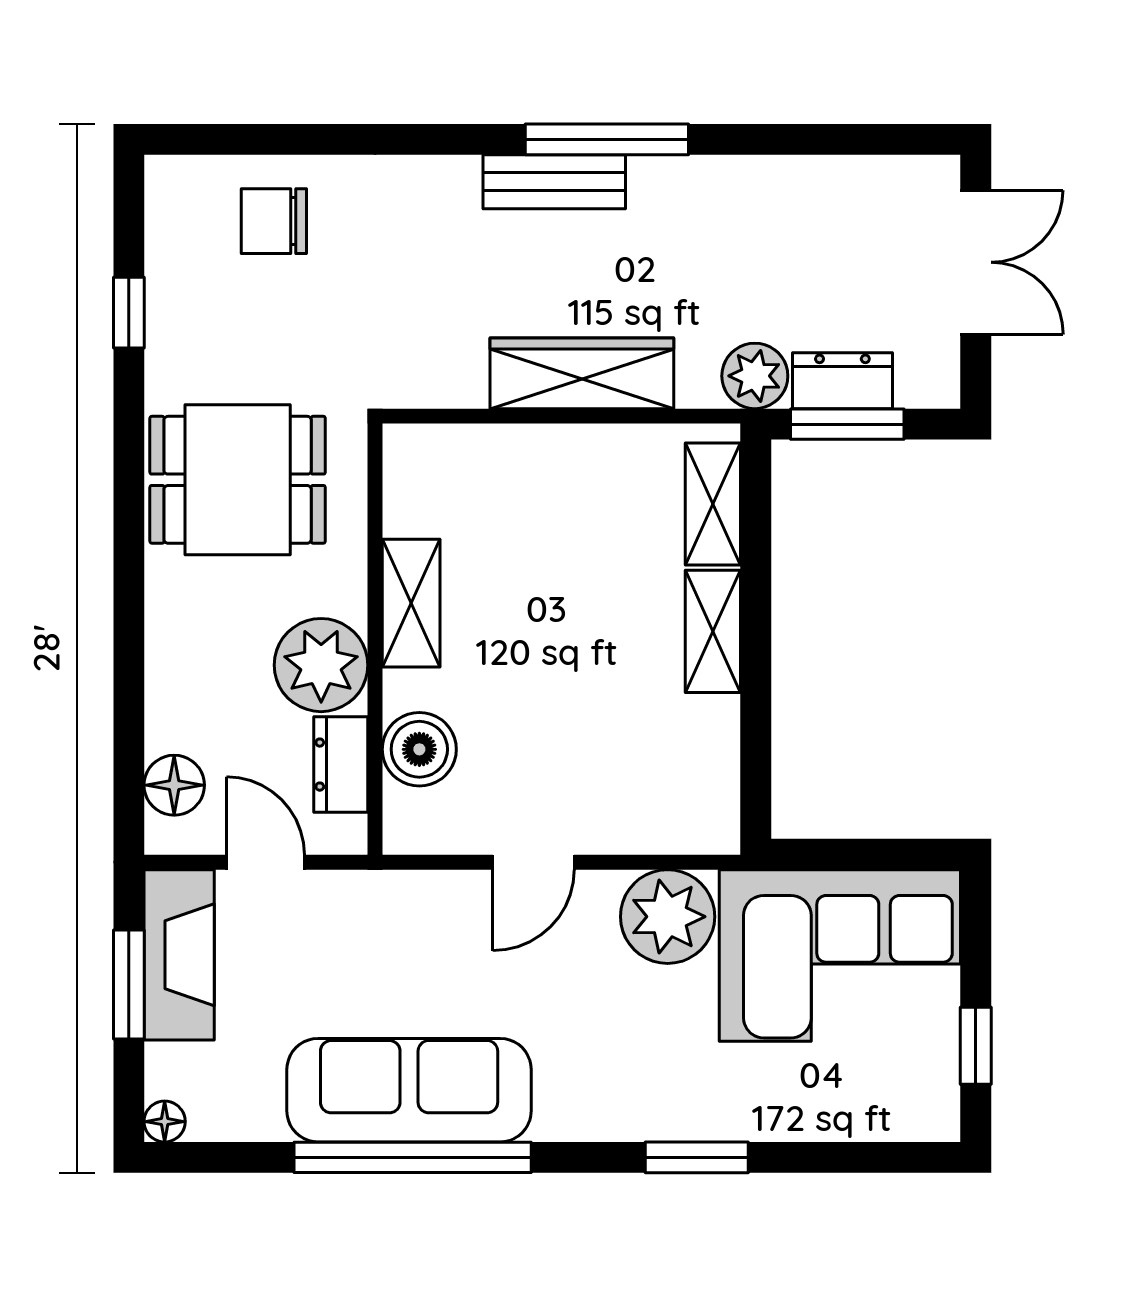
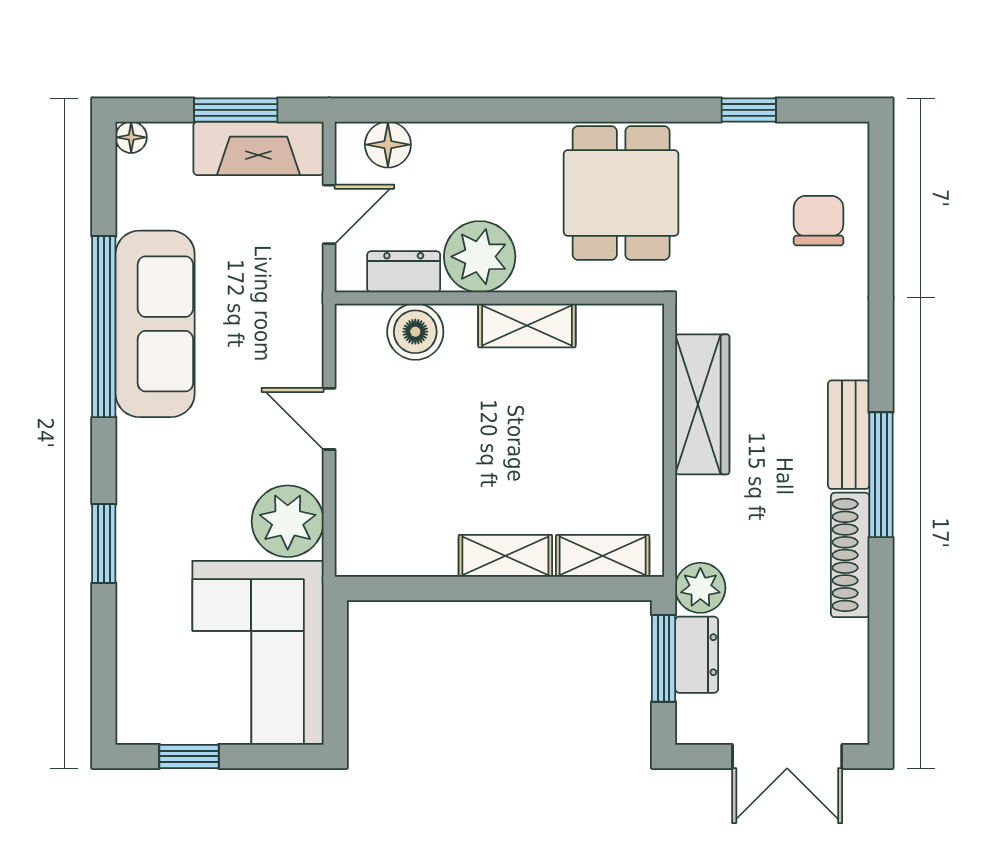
shoe rack: (712, 180) -> (850, 555), added
wardrobe: (582, 373) -> (702, 404), moved

